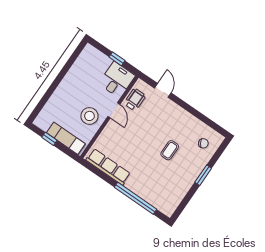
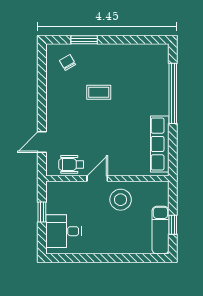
desk: (117, 80) -> (64, 231), moved
exam couch: (66, 138) -> (160, 230), moved
window: (203, 175) -> (84, 40), moved

